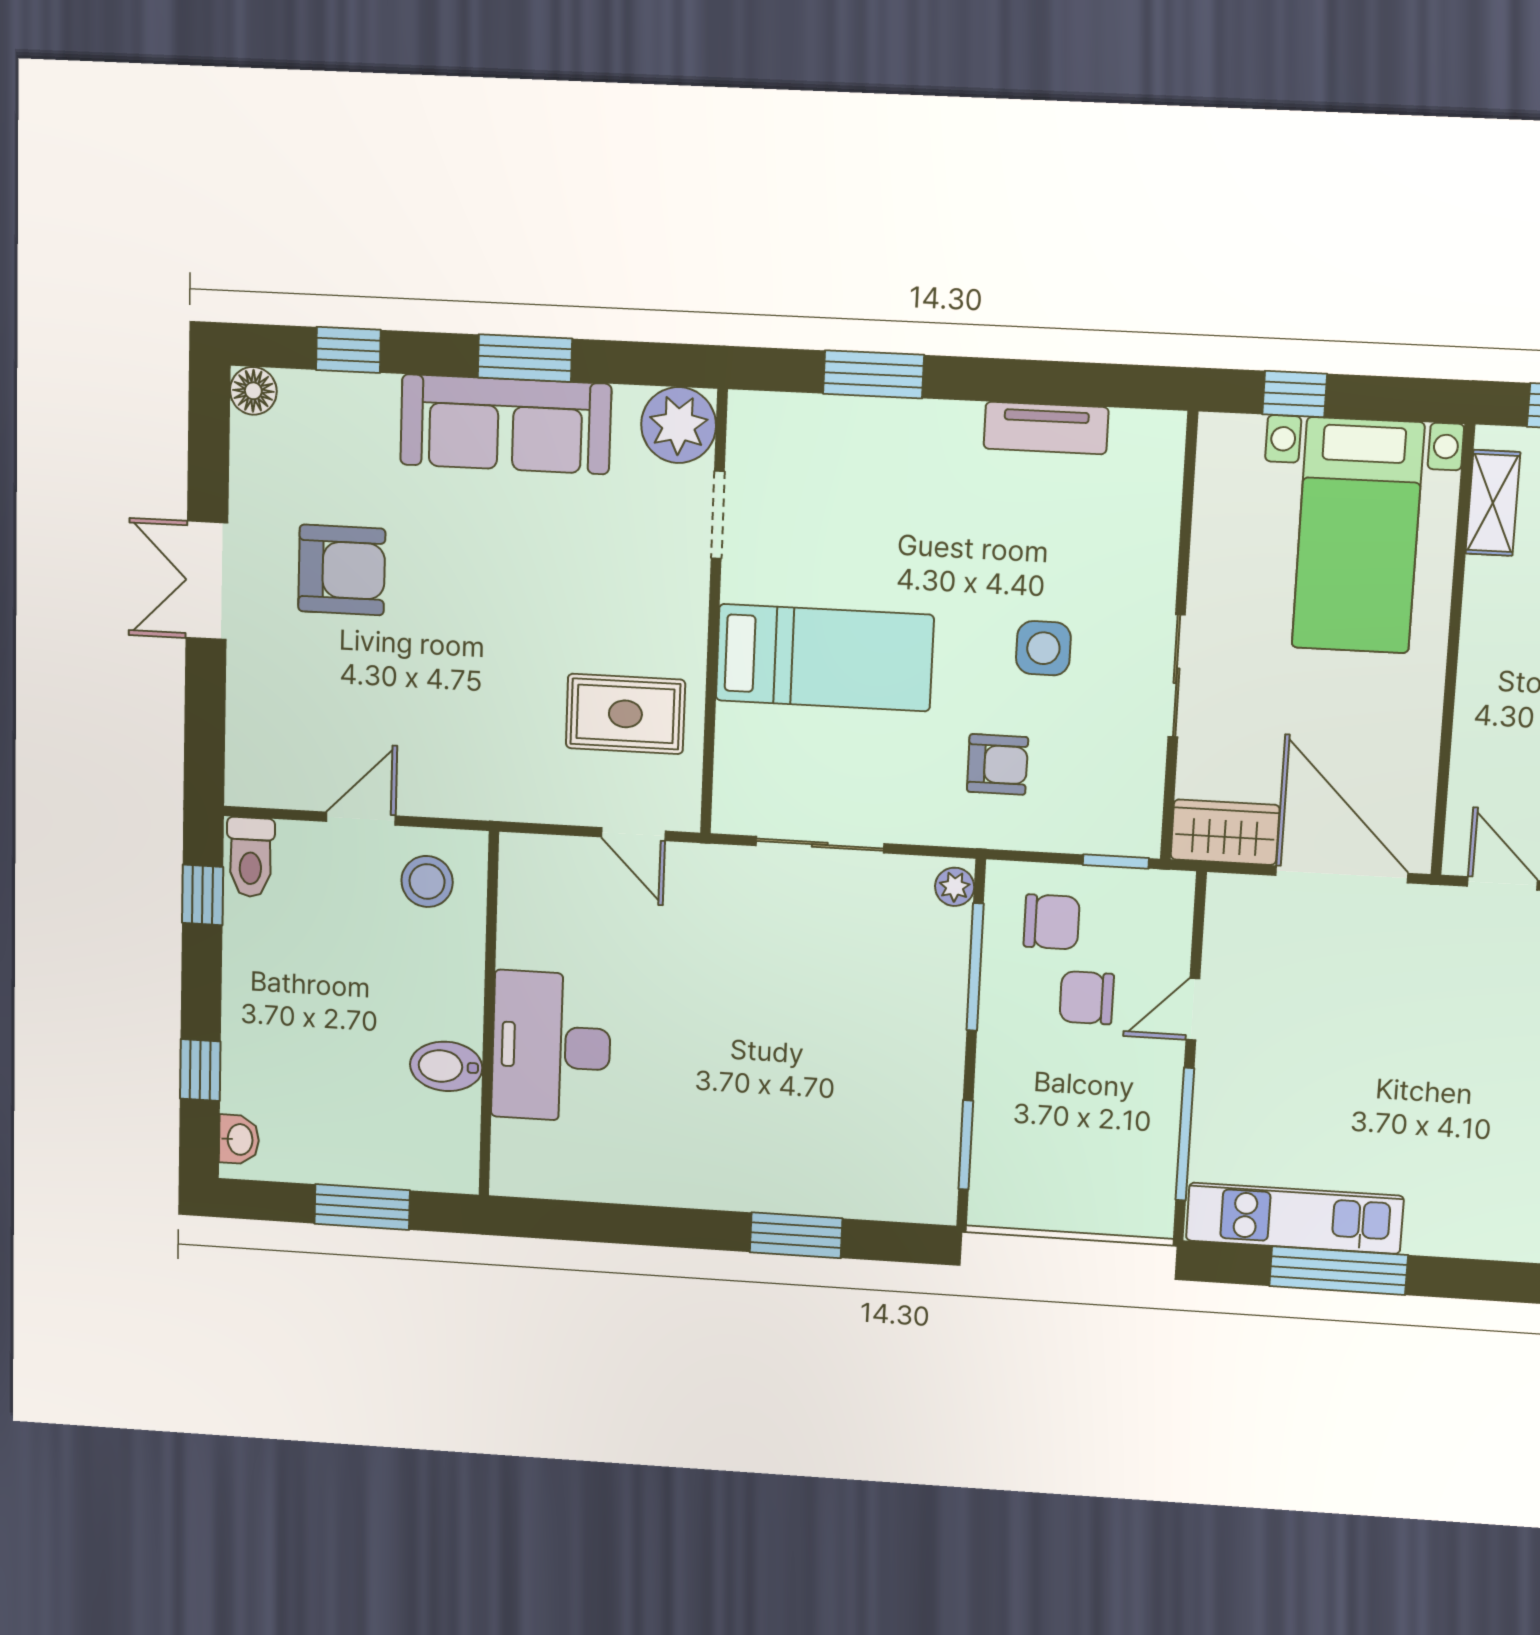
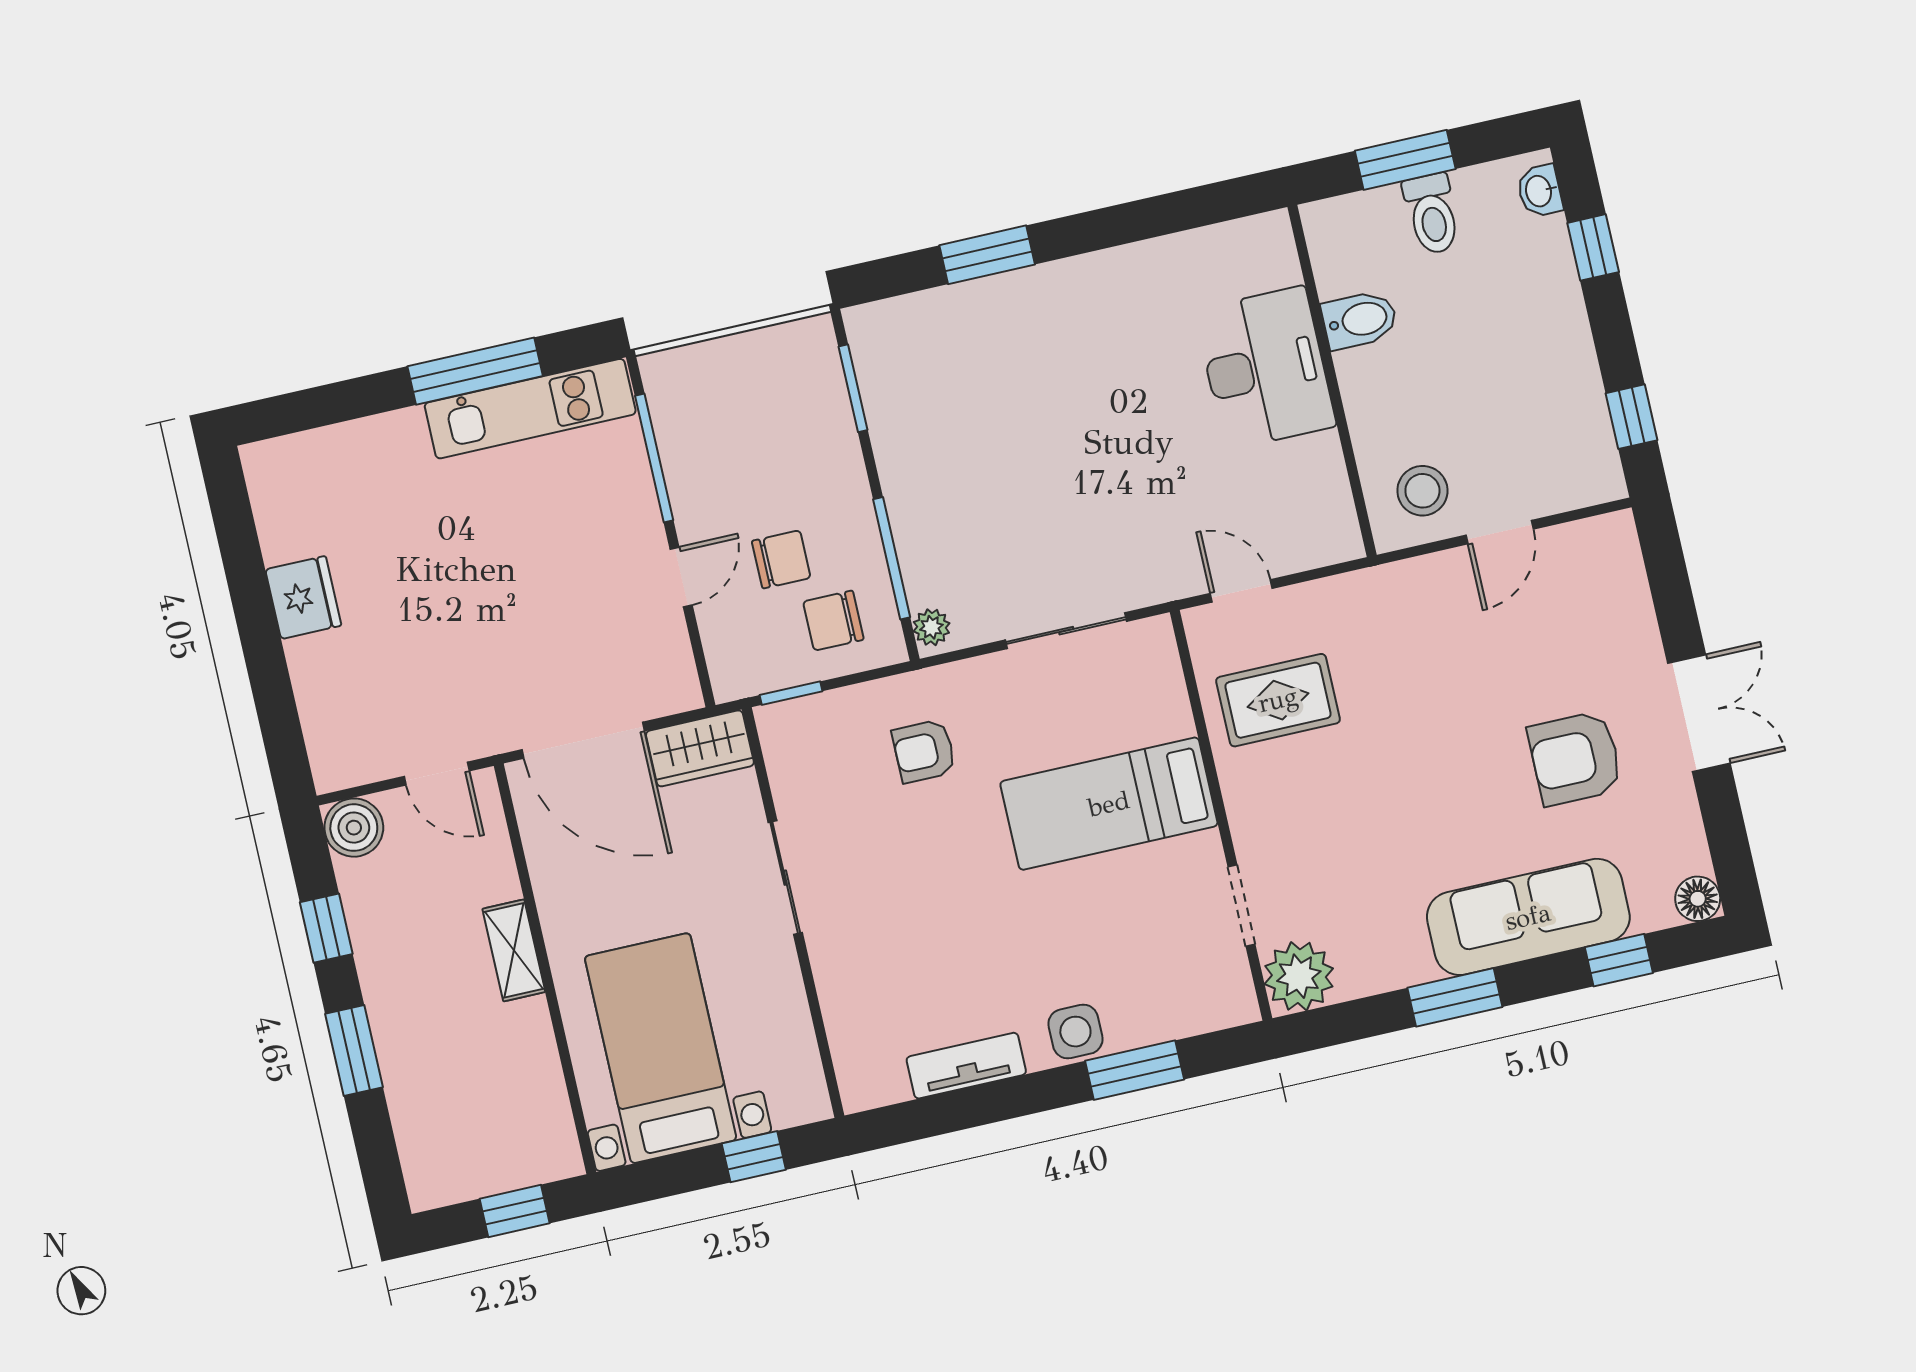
sofa: (506, 424) -> (1528, 917), moved
shelving: (1493, 503) -> (514, 950), moved
side table: (1043, 648) -> (1075, 1032), moved
toilet: (251, 857) -> (1432, 214), moved, turned 180

